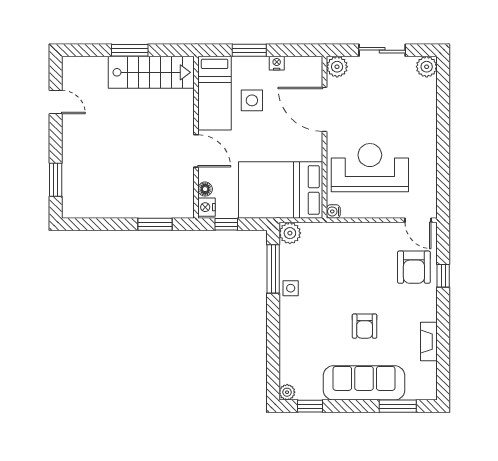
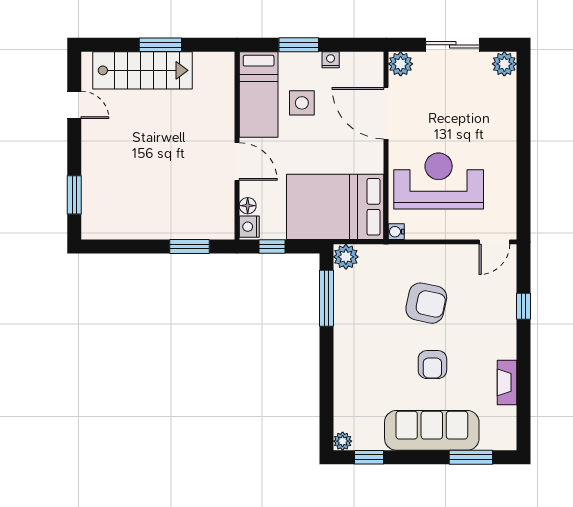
stairs: (151, 72) -> (143, 70), moved
door: (418, 220) -> (494, 242), hinge flipped
armchair: (414, 267) -> (426, 303), moved, turned -78
side table: (291, 288) -> (347, 321), removed

